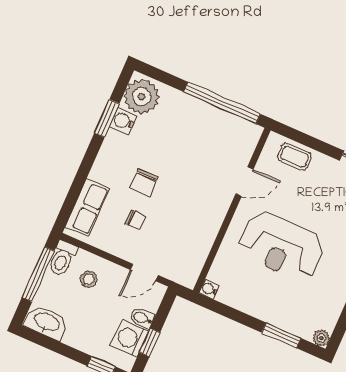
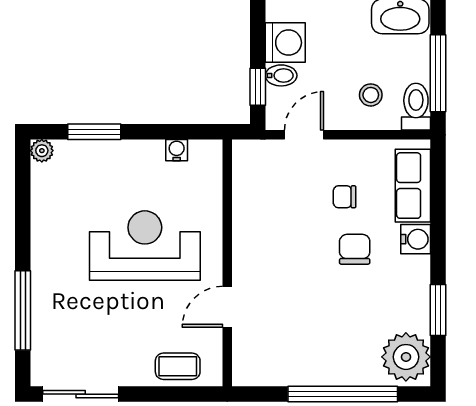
window: (222, 103) -> (343, 394), moved
water cooler: (123, 121) -> (416, 239), moved
water cooler: (209, 289) -> (177, 150), moved, turned -90
window: (150, 342) -> (258, 87), moved

